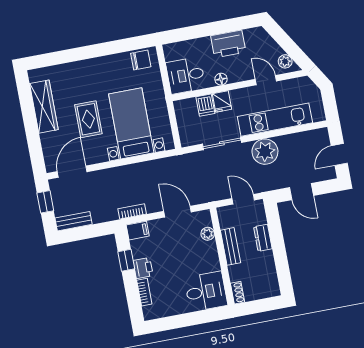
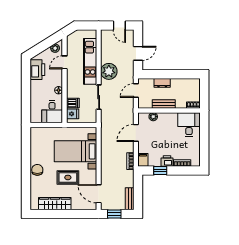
printer: (228, 44) -> (37, 70), moved
chair: (141, 60) -> (37, 170), moved
fridge: (222, 101) -> (73, 114), moved

